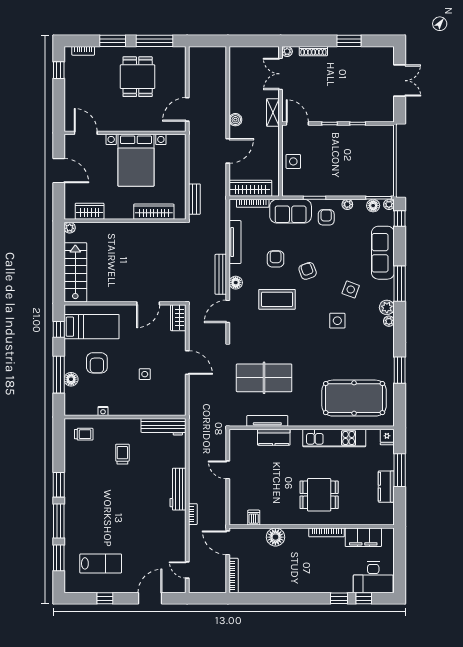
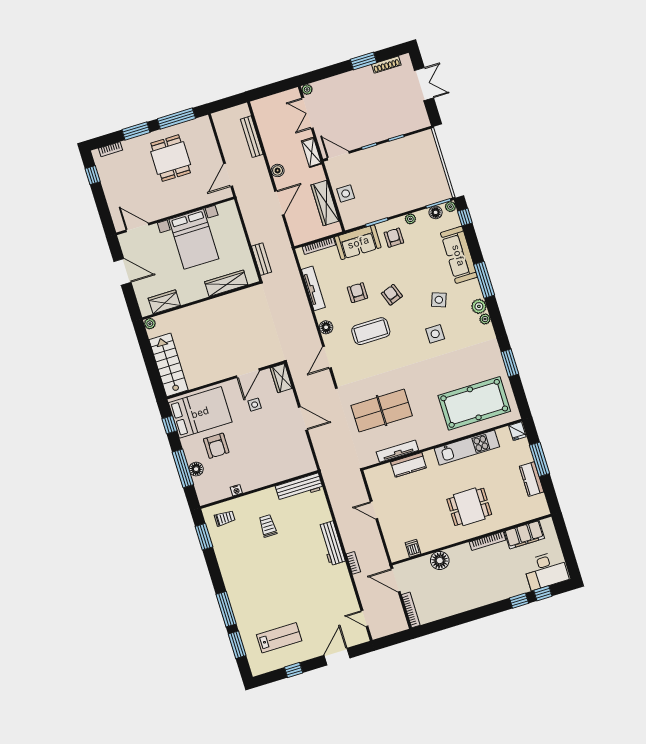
shoe rack: (313, 51) -> (386, 65), moved
wardrobe: (250, 188) -> (325, 203), moved, turned -90
bench: (221, 274) -> (252, 137), moved
bed: (92, 327) -> (200, 412), width x1.50
side table: (145, 374) -> (255, 405), moved
window: (59, 485) -> (204, 537), moved

